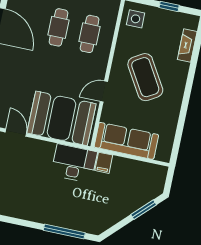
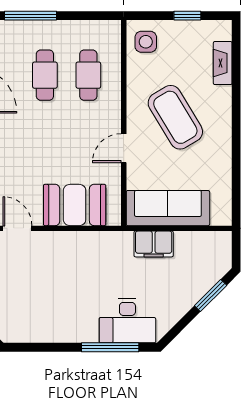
booth: (61, 118) -> (75, 205), width x0.73, depth x0.70
desk: (74, 163) -> (127, 321), moved, turned 180
filing cabinet: (104, 163) -> (154, 244), width x2.00

